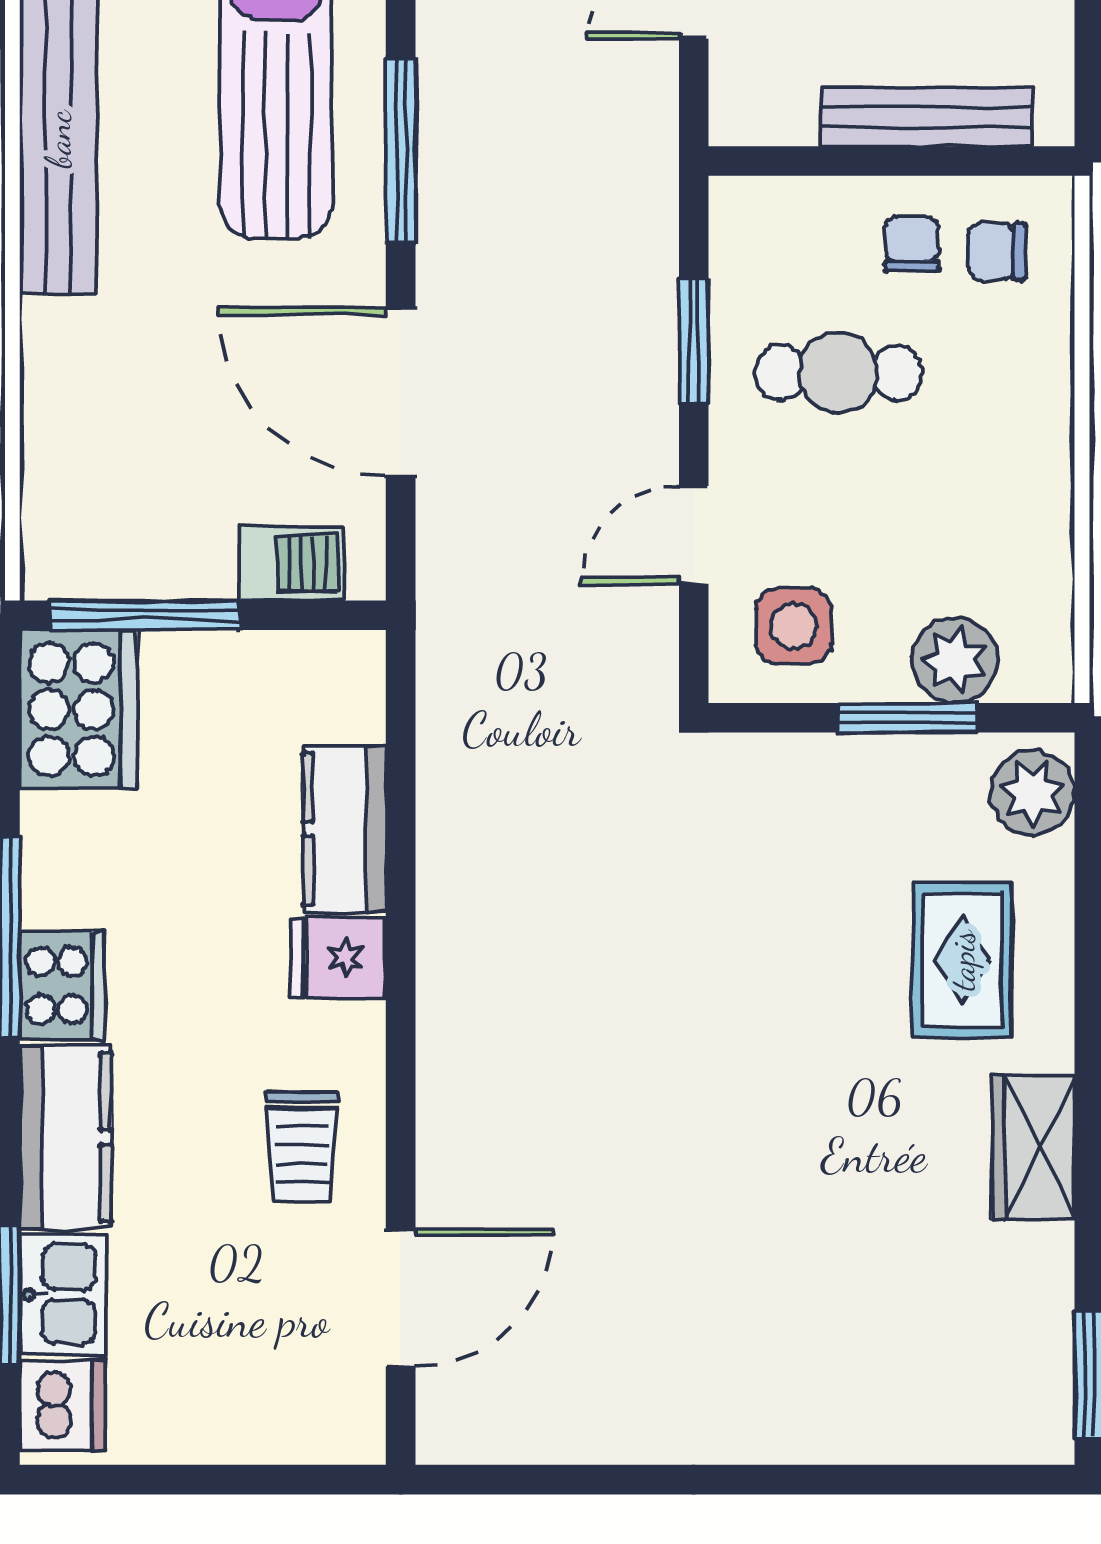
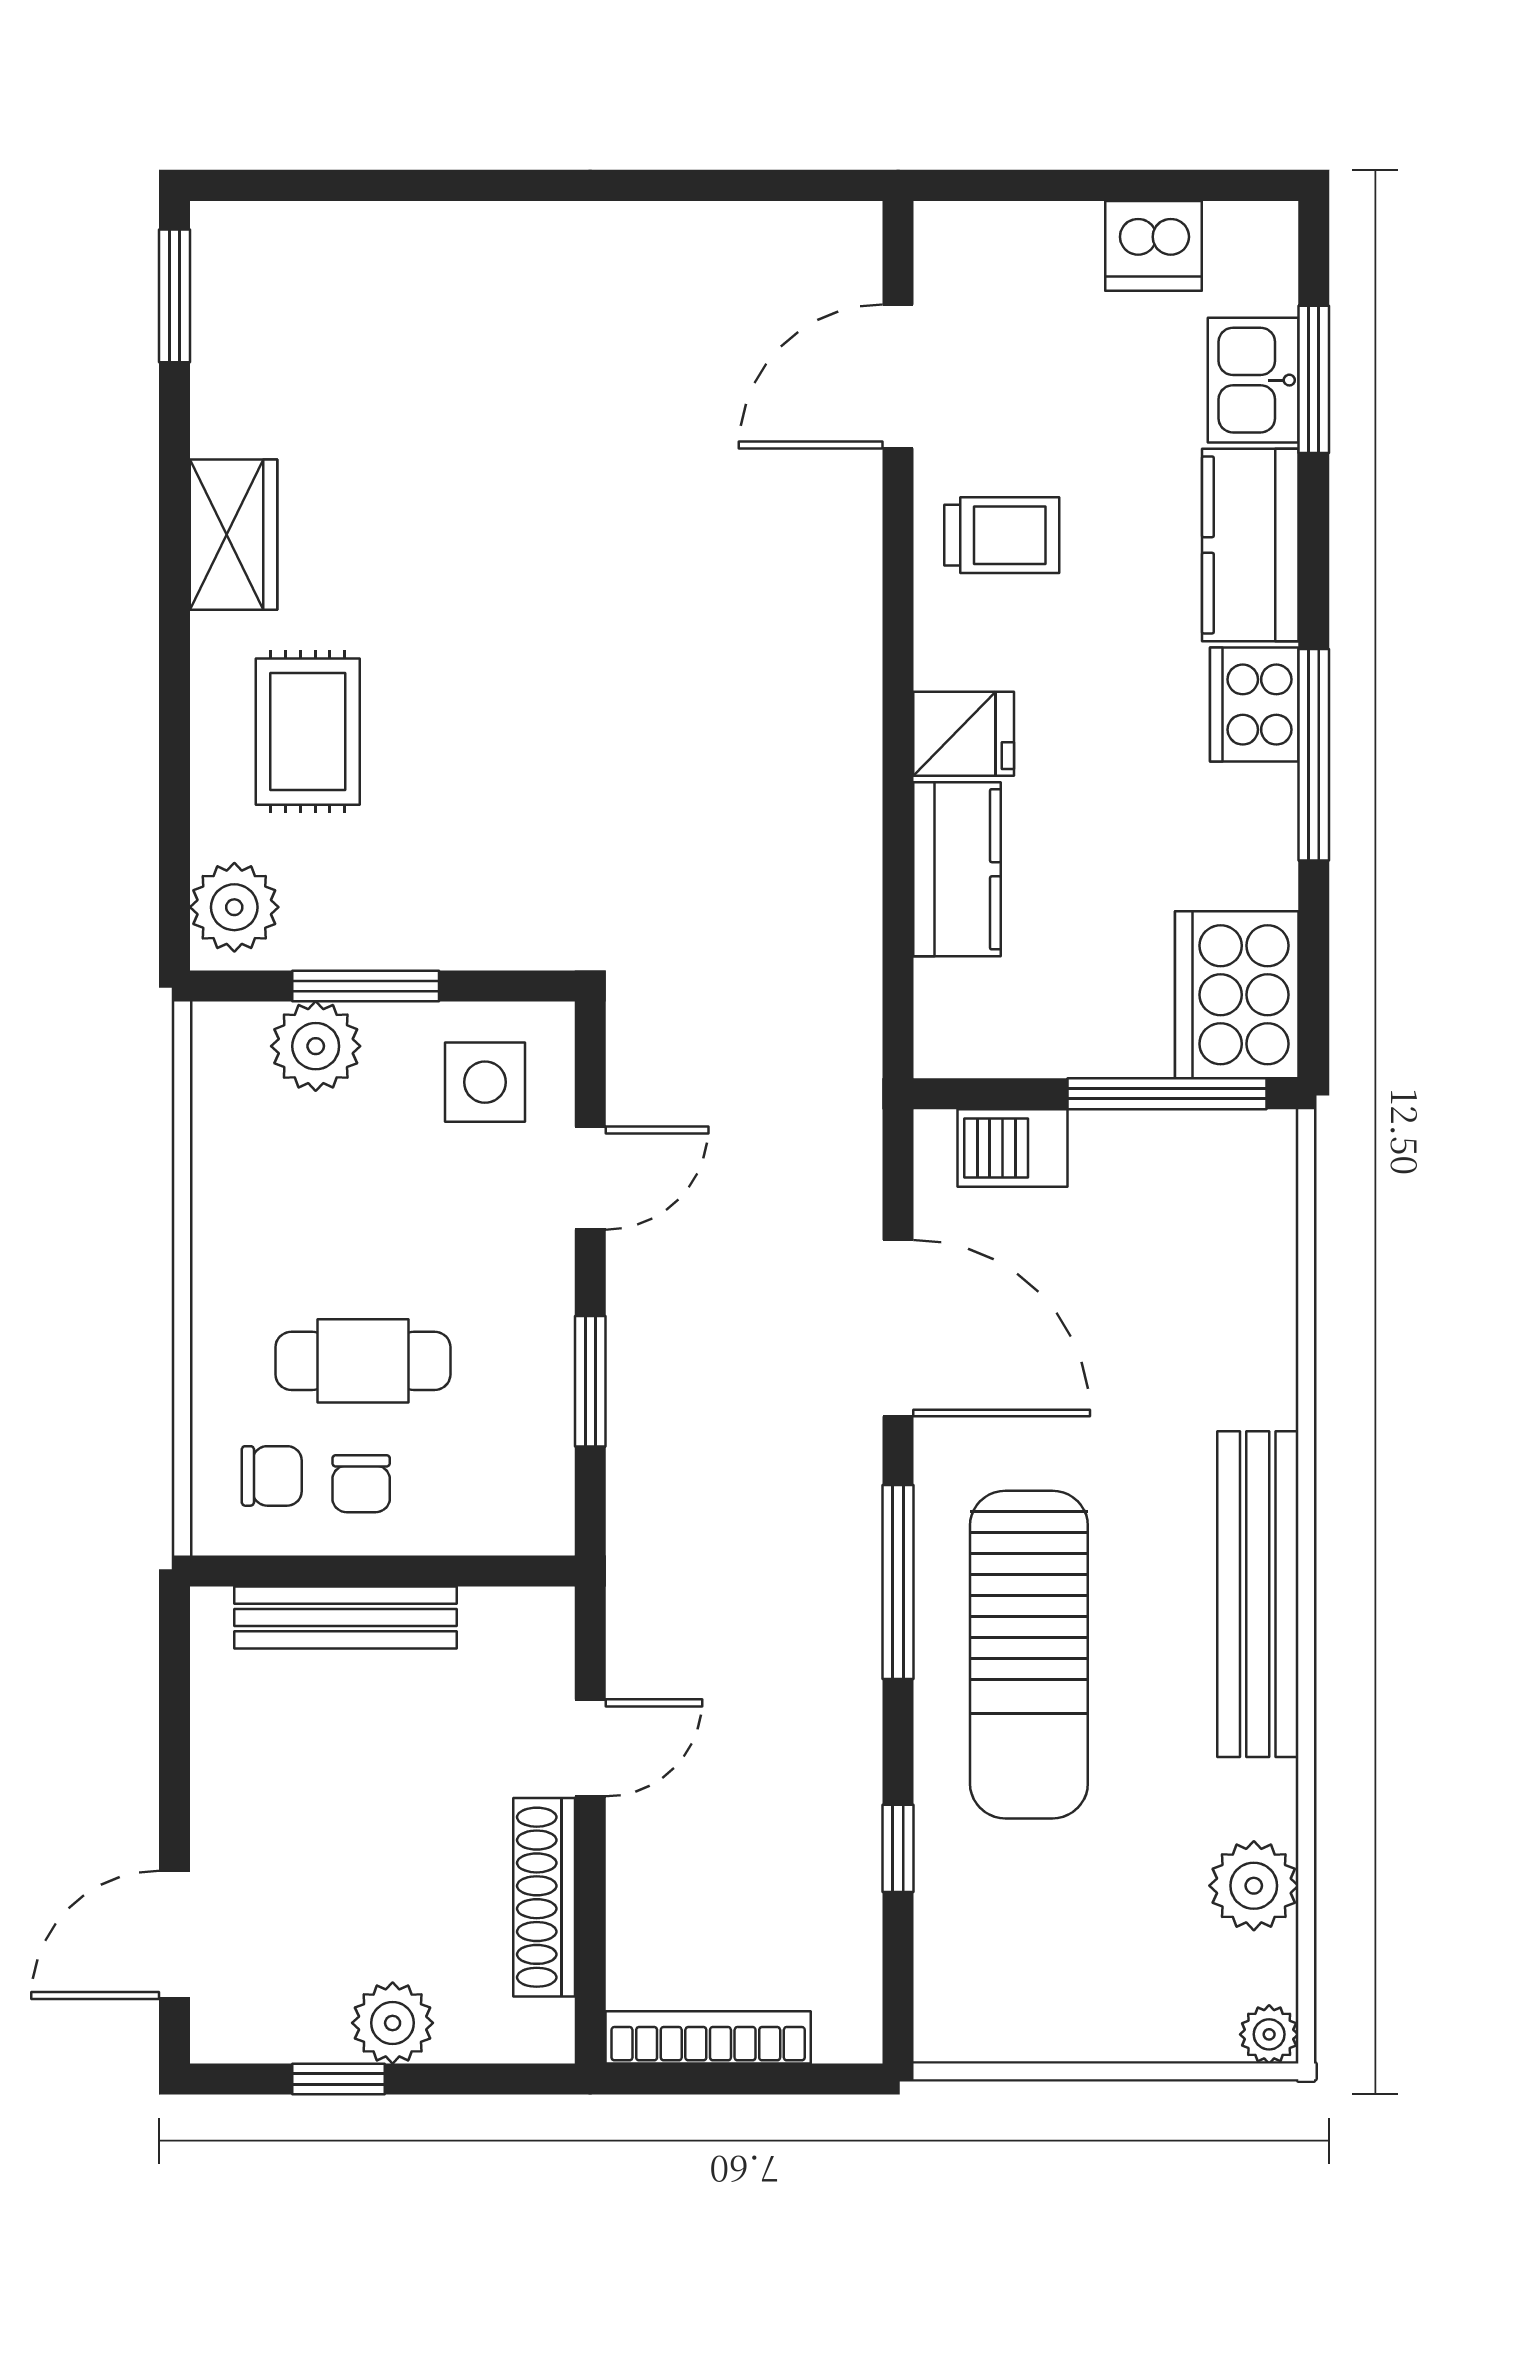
cafe table: (839, 373) -> (363, 1361), moved
trolley: (302, 1147) -> (1002, 535), turned 90
dishwasher: (63, 1405) -> (1153, 246), moved, turned -90

